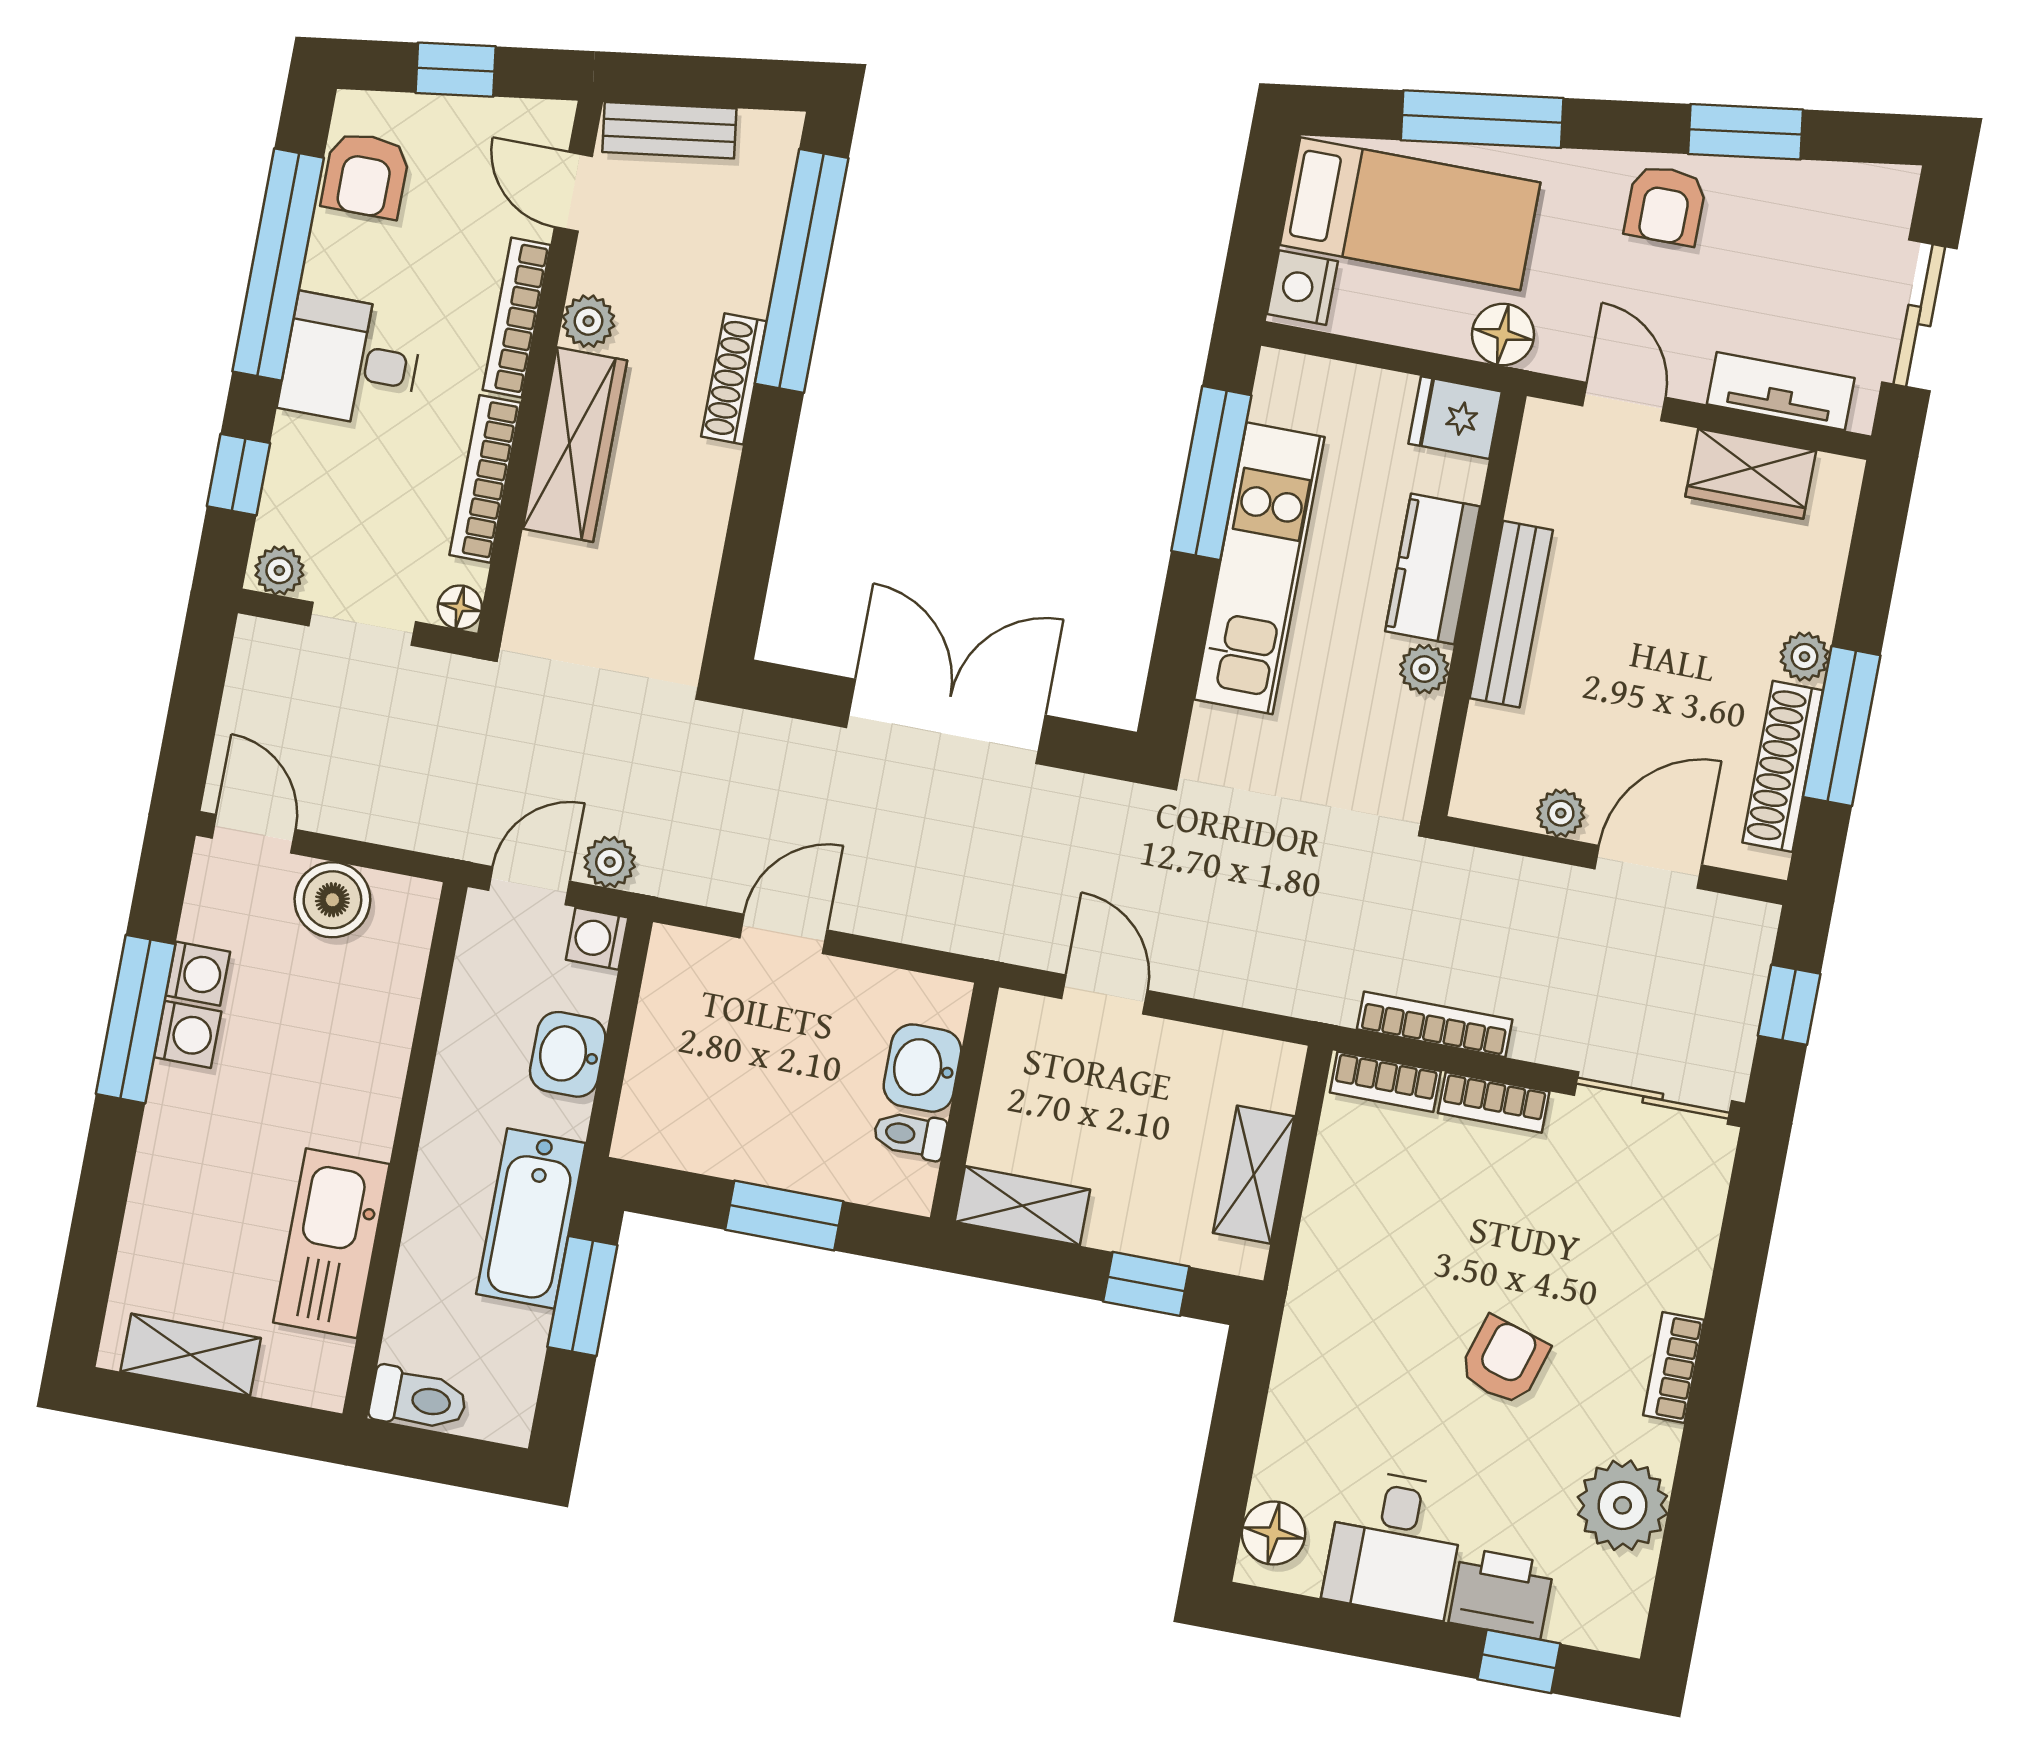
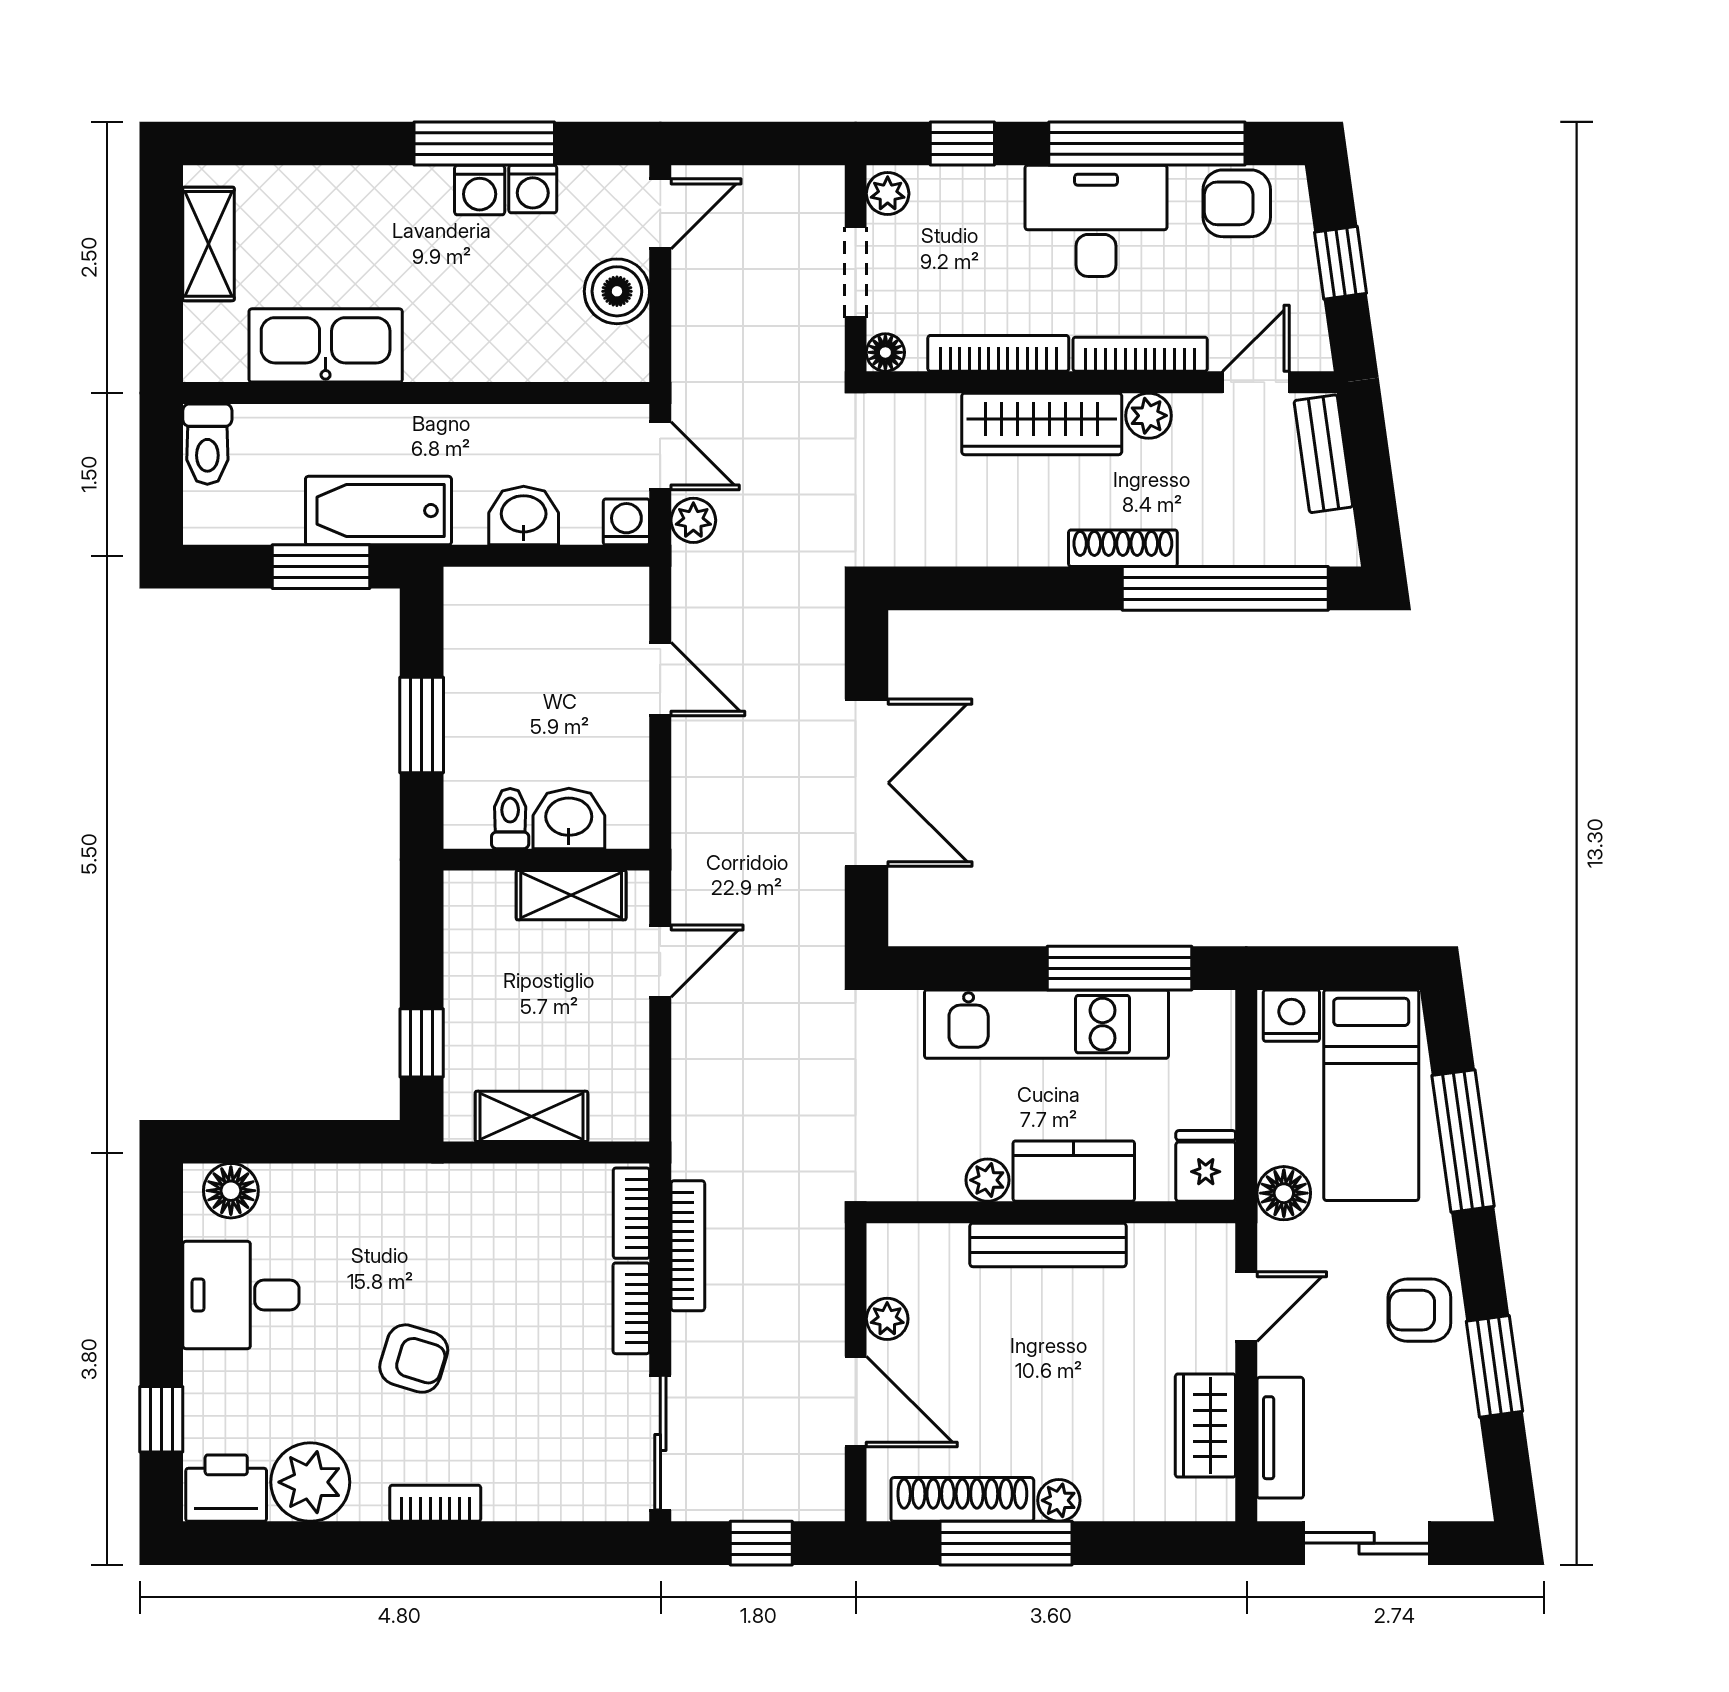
desk: (351, 361) -> (1096, 221), width x1.37
shelving: (1022, 1206) -> (571, 895), moved, turned 90
printer: (1501, 1593) -> (226, 1488), moved, turned -90

